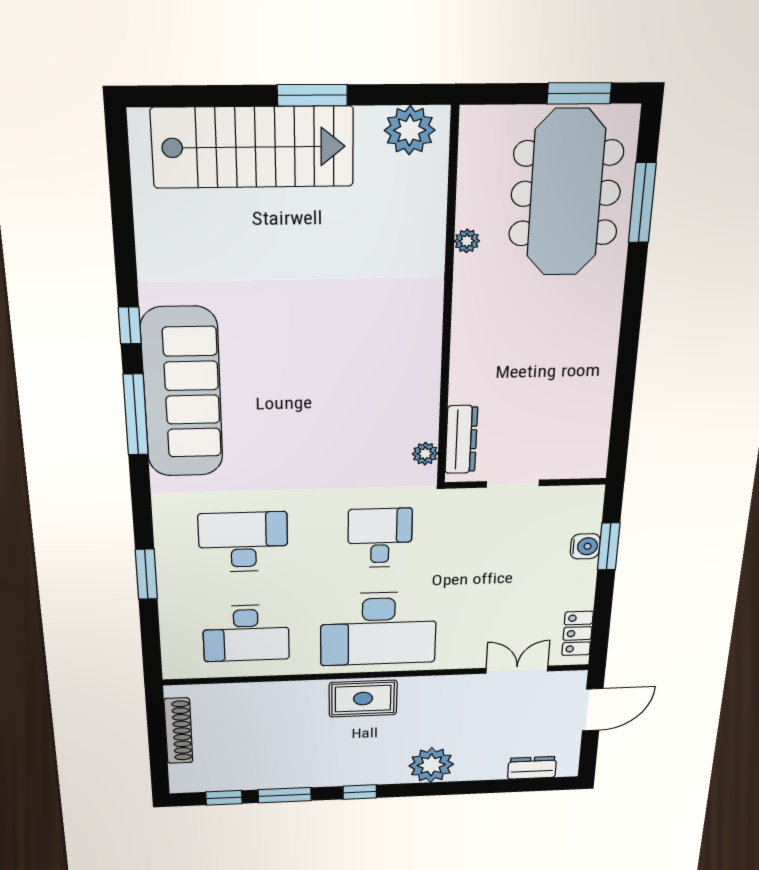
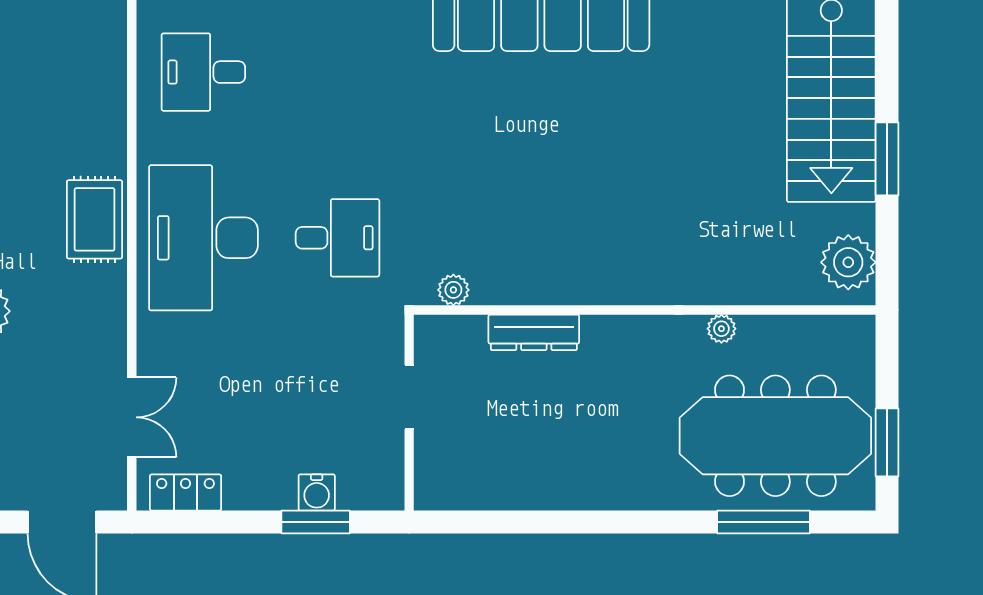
dresser: (461, 440) -> (534, 332), moved
desk: (243, 542) -> (337, 72), removed
desk: (246, 633) -> (203, 72), width x0.73

